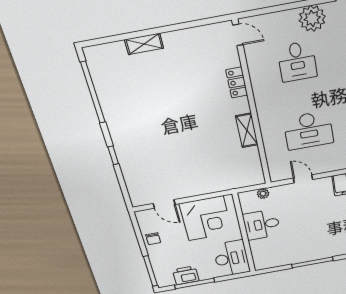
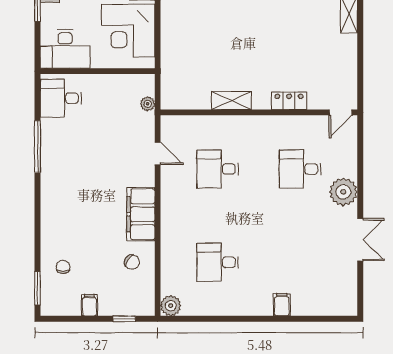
desk: (309, 130) -> (218, 169), width x0.73
door: (303, 179) -> (158, 153), hinge flipped
desk: (262, 225) -> (61, 98), moved, turned -90

